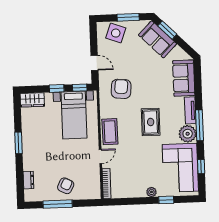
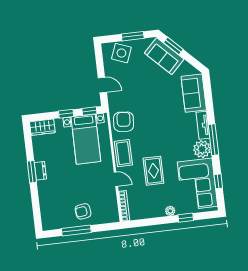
armchair: (121, 89) -> (124, 122), moved
rug: (151, 122) -> (153, 171), moved
door: (100, 157) -> (116, 179), hinge flipped
dresser: (28, 180) -> (40, 171), moved
armchair: (66, 186) -> (83, 211), turned -124

